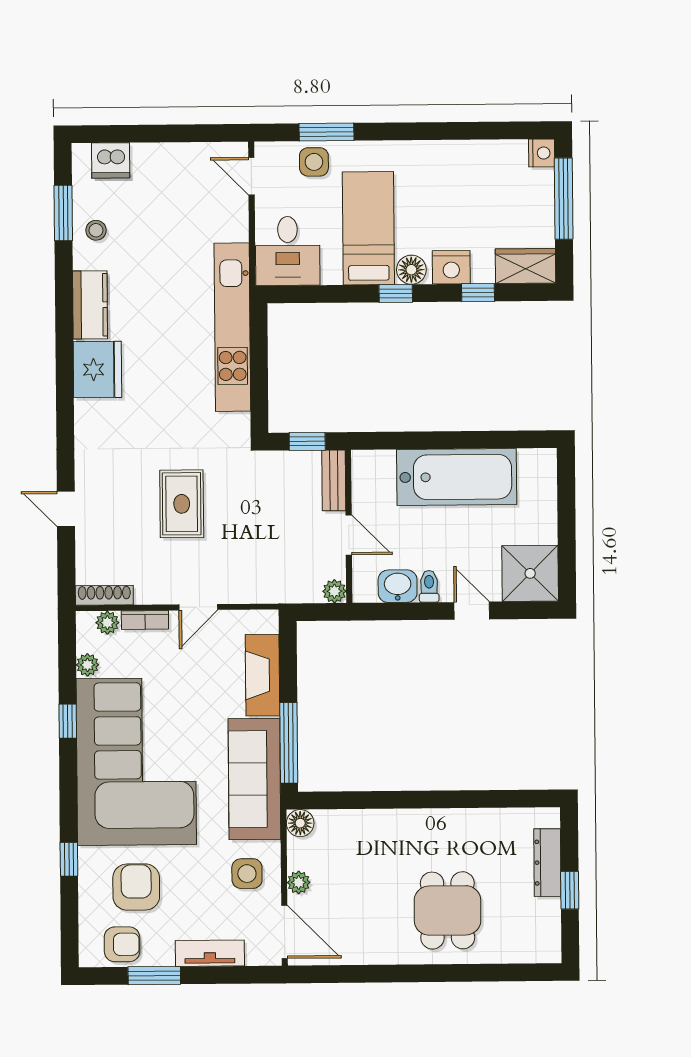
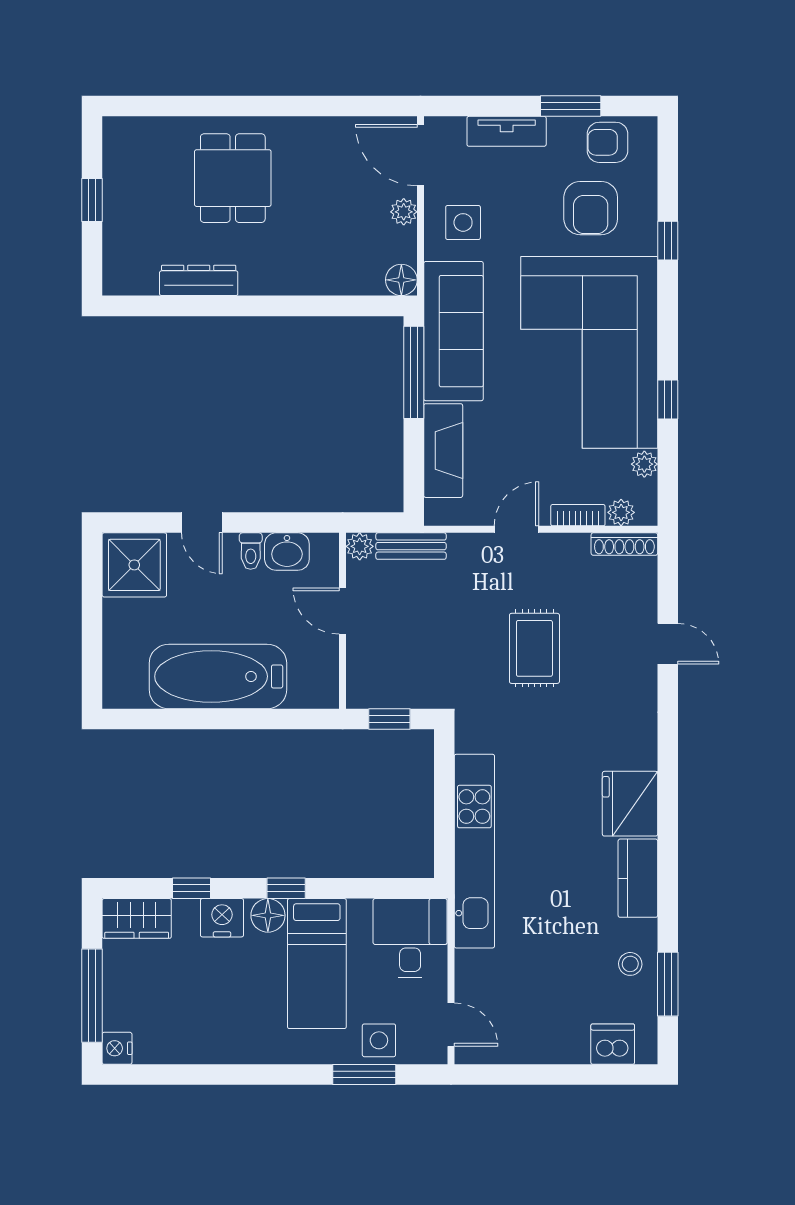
bench: (334, 480) -> (411, 546), moved, turned 90
dresser: (547, 863) -> (199, 280), moved, turned -90

